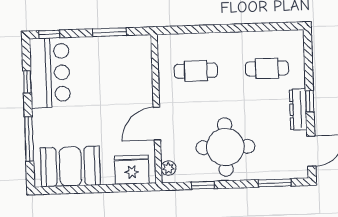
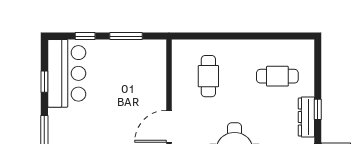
window: (49, 34) -> (85, 36), moved
cafe table: (196, 71) -> (208, 76), turned 90

